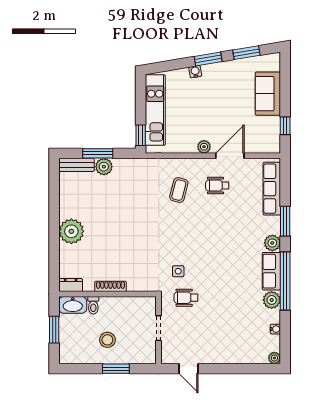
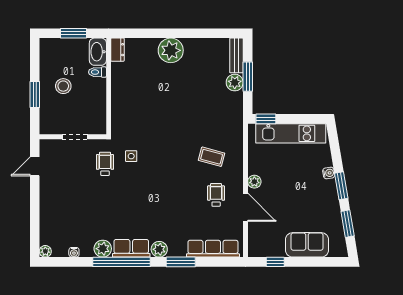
shoe rack: (110, 286) -> (116, 89), removed

